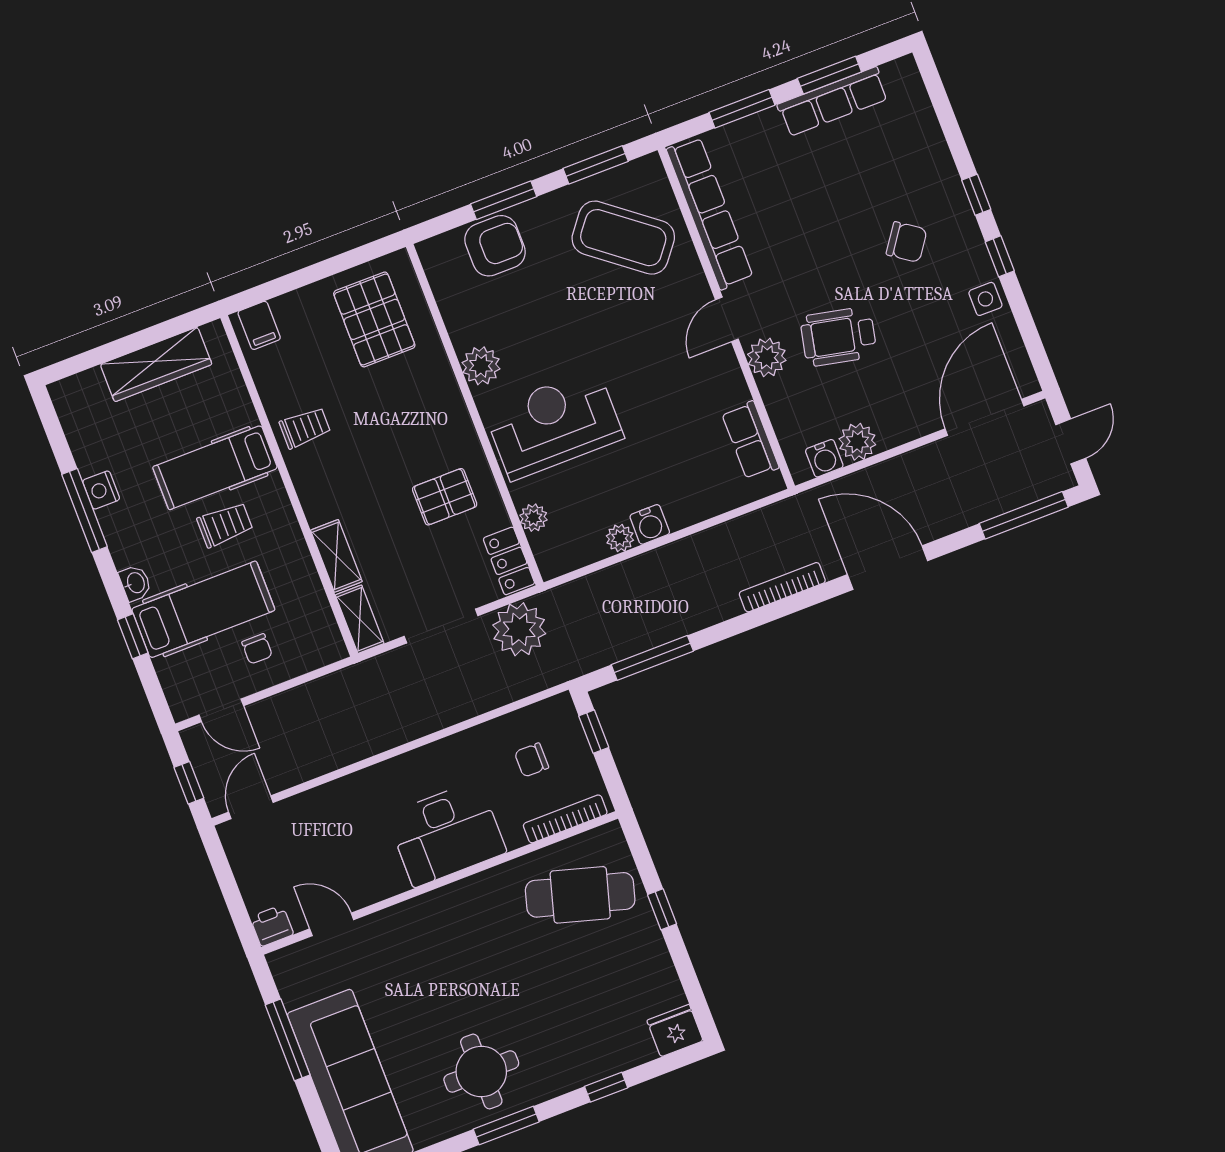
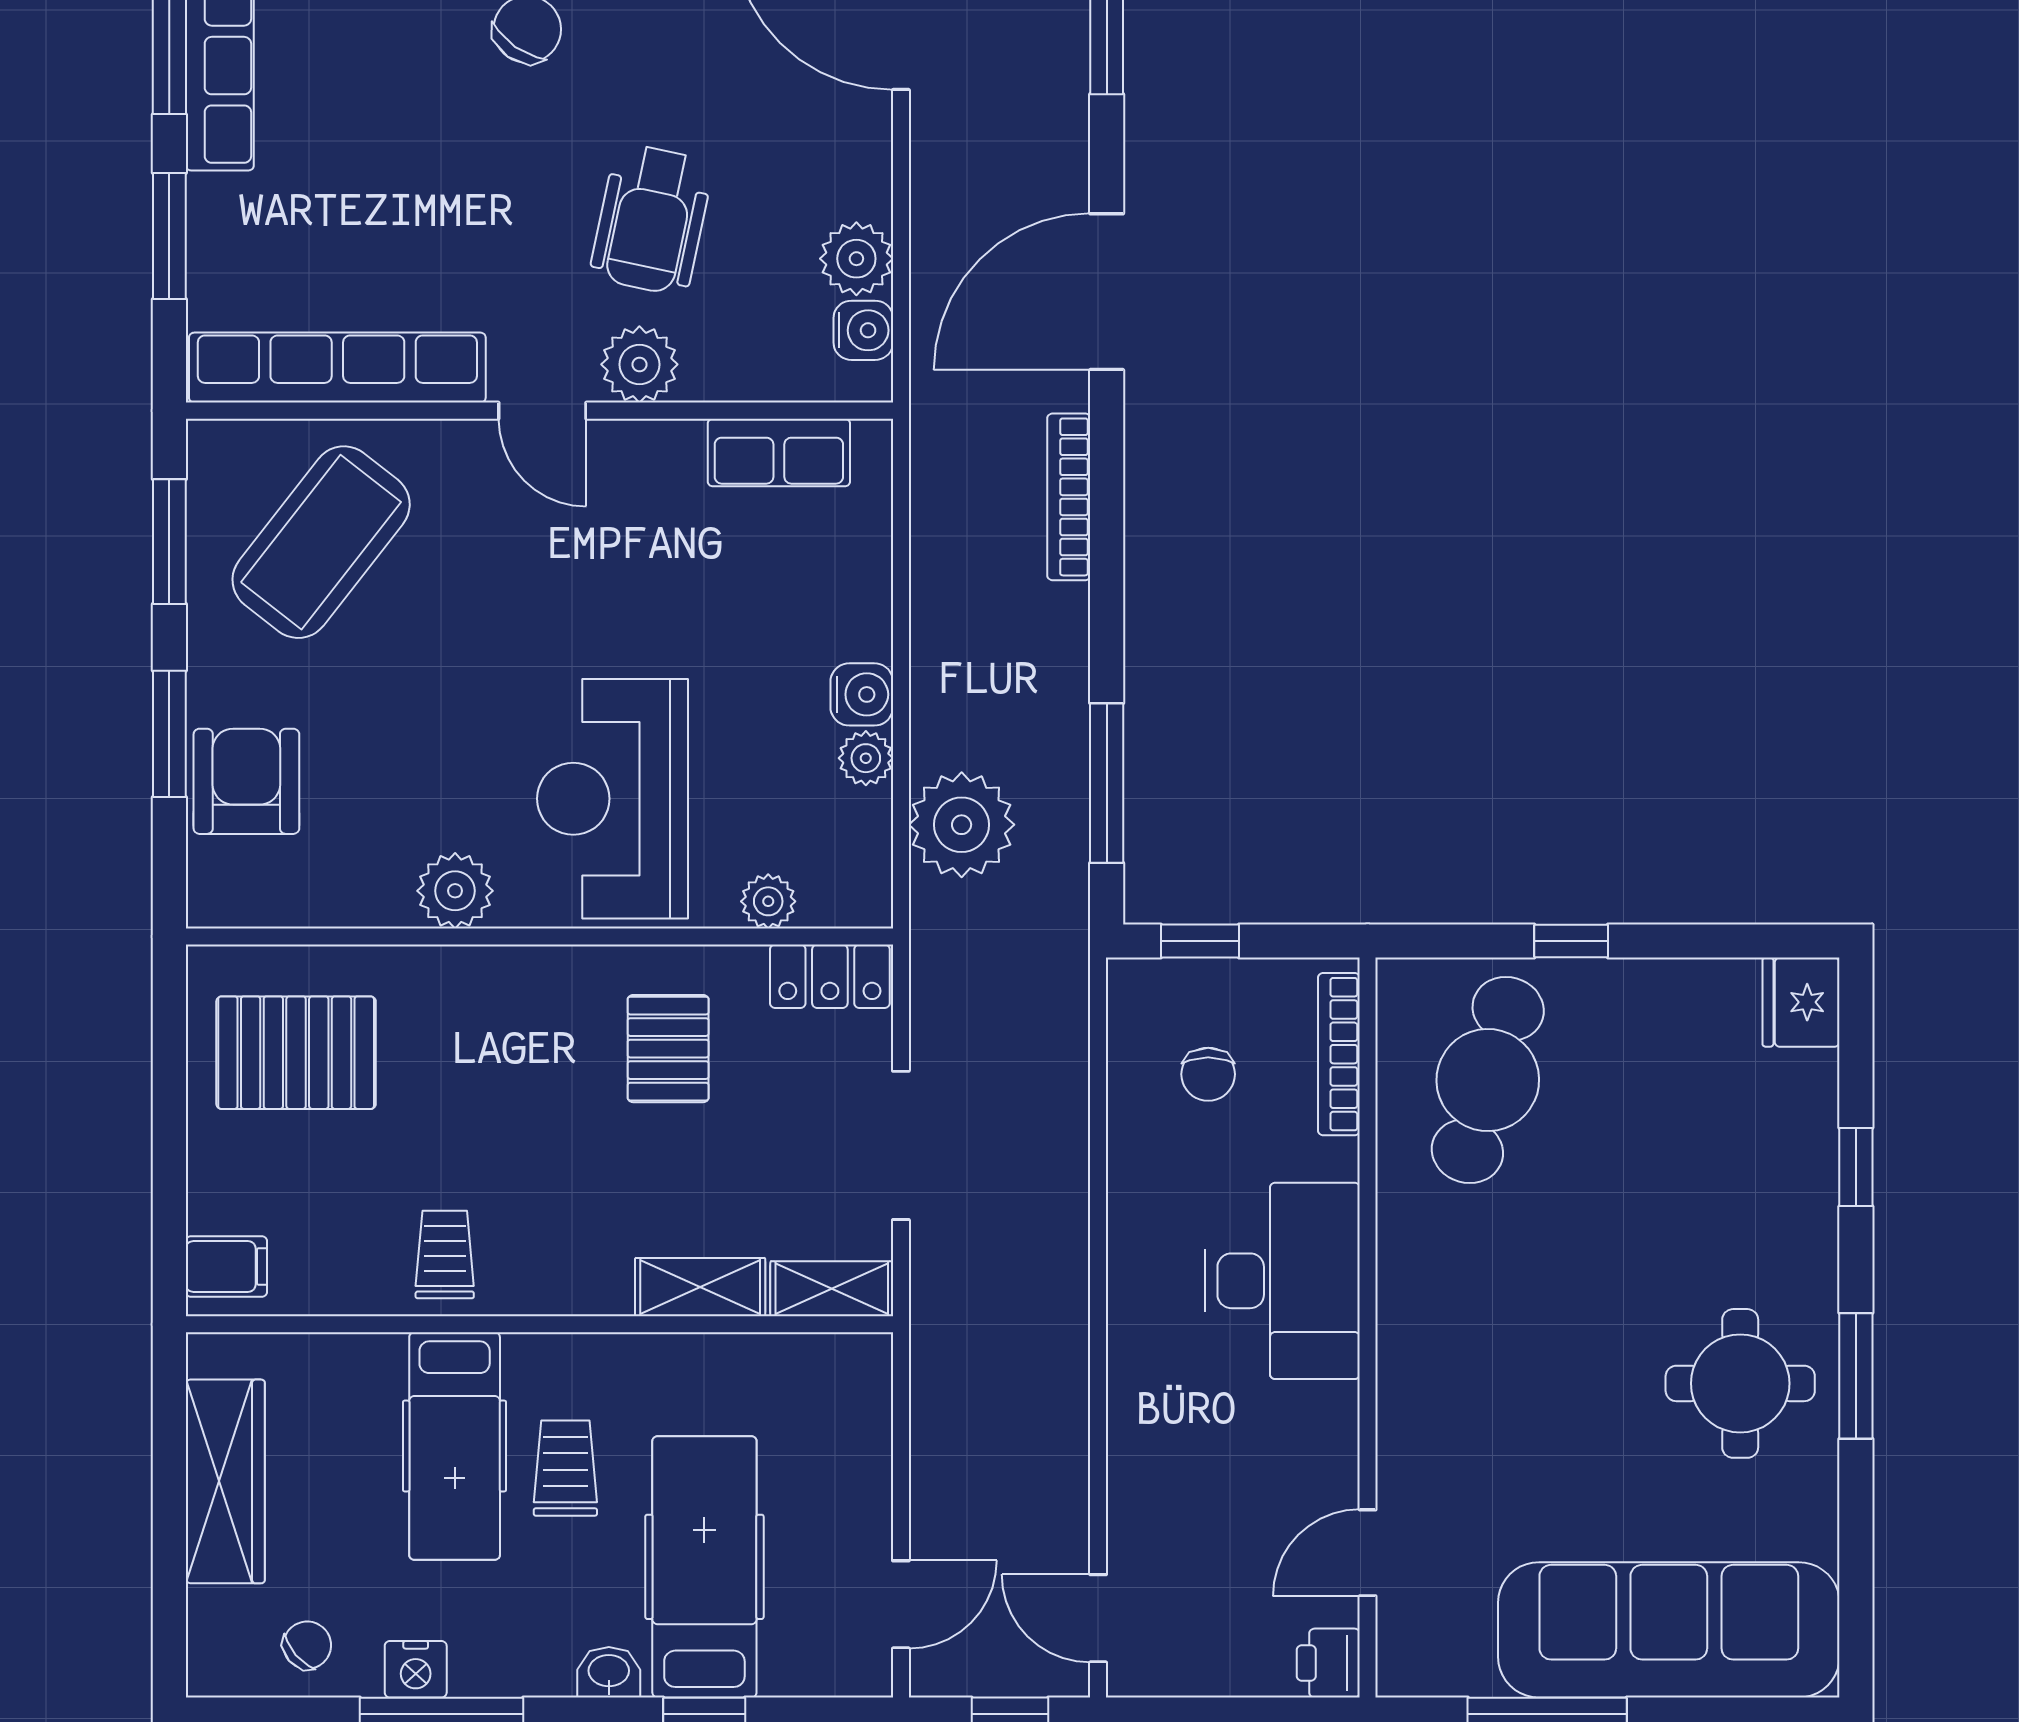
plant: (519, 629) -> (962, 825), moved
chair: (257, 649) -> (307, 1645), moved, turned -41

